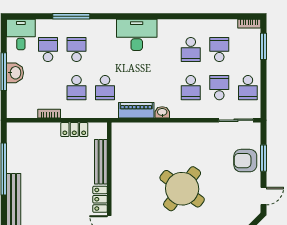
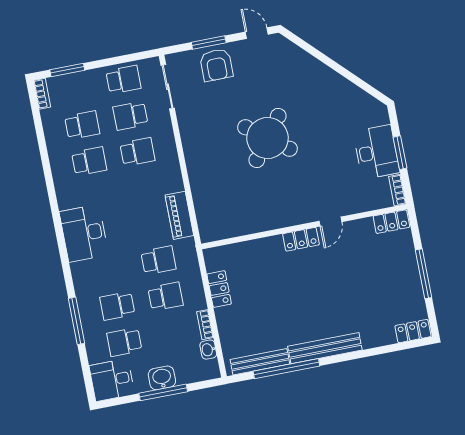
school desk: (219, 49) -> (82, 125), turned 180
washbasin: (162, 112) -> (208, 350), moved
bench: (101, 162) -> (260, 362), moved

